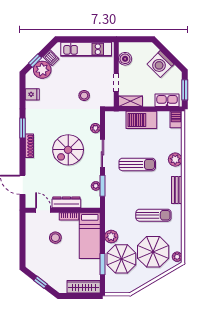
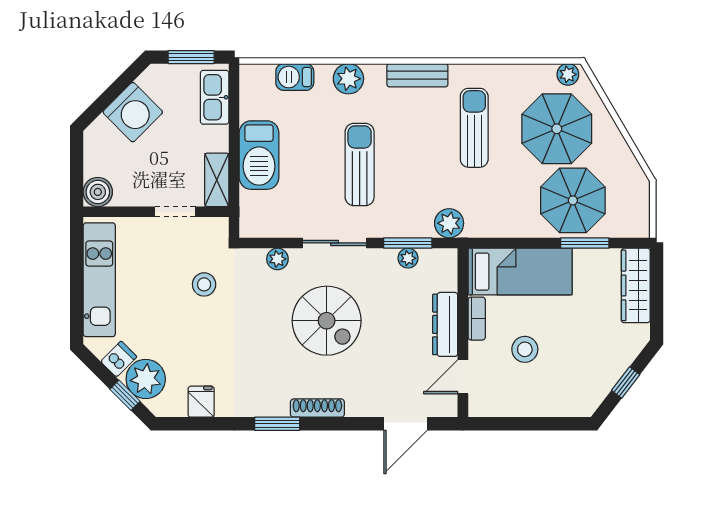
boiler: (125, 59) -> (98, 192), moved
barbecue: (176, 120) -> (295, 77), moved
plant: (111, 237) -> (449, 223), moved

